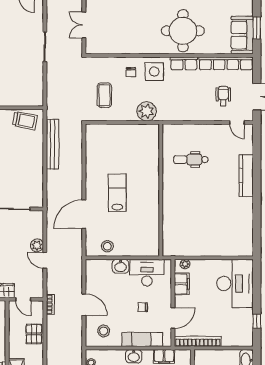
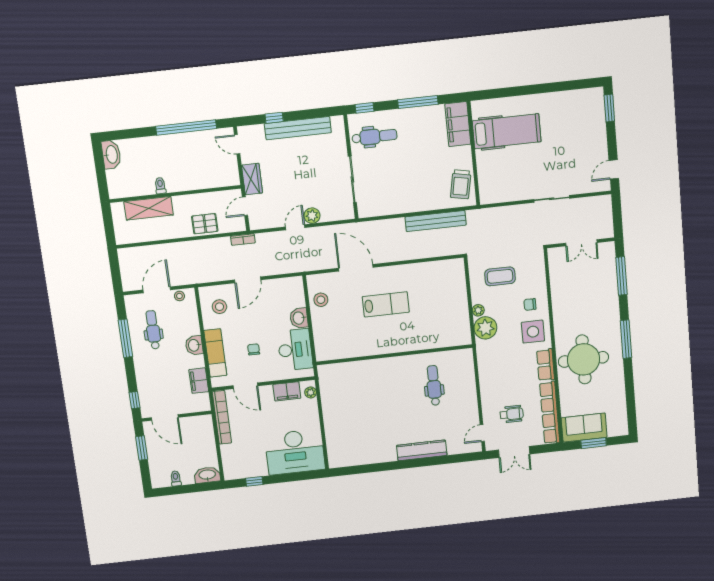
double door: (84, 25) -> (581, 243), swing flipped
plant: (131, 116) -> (478, 310), added

